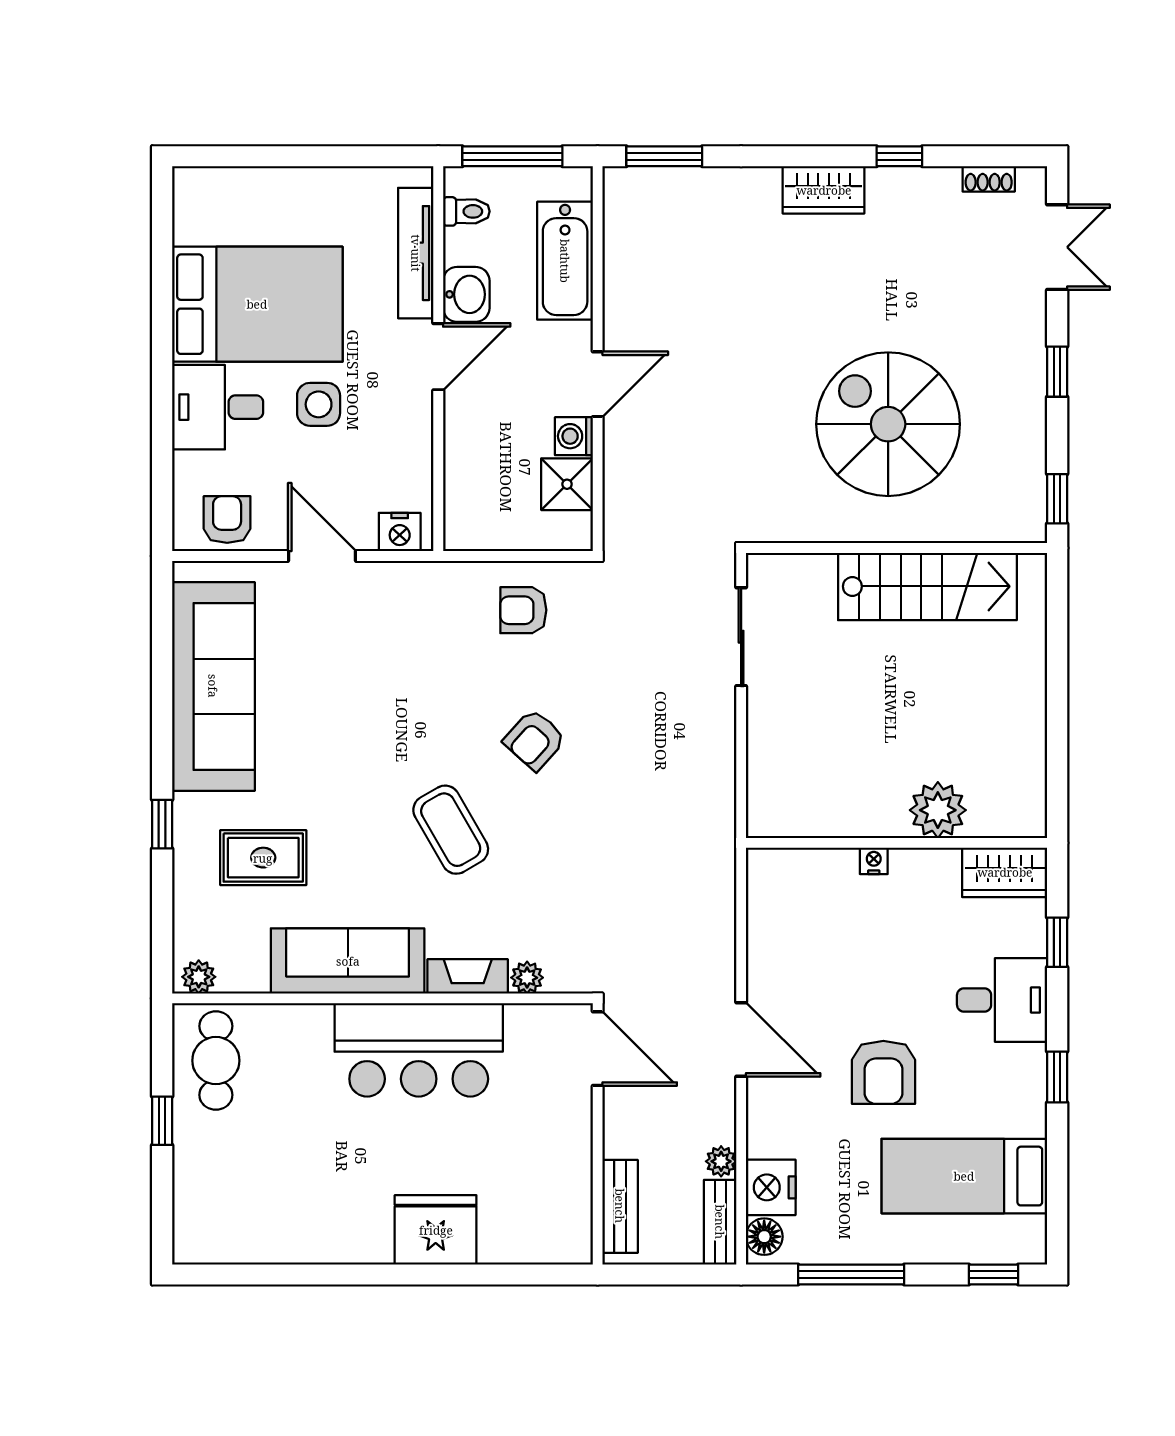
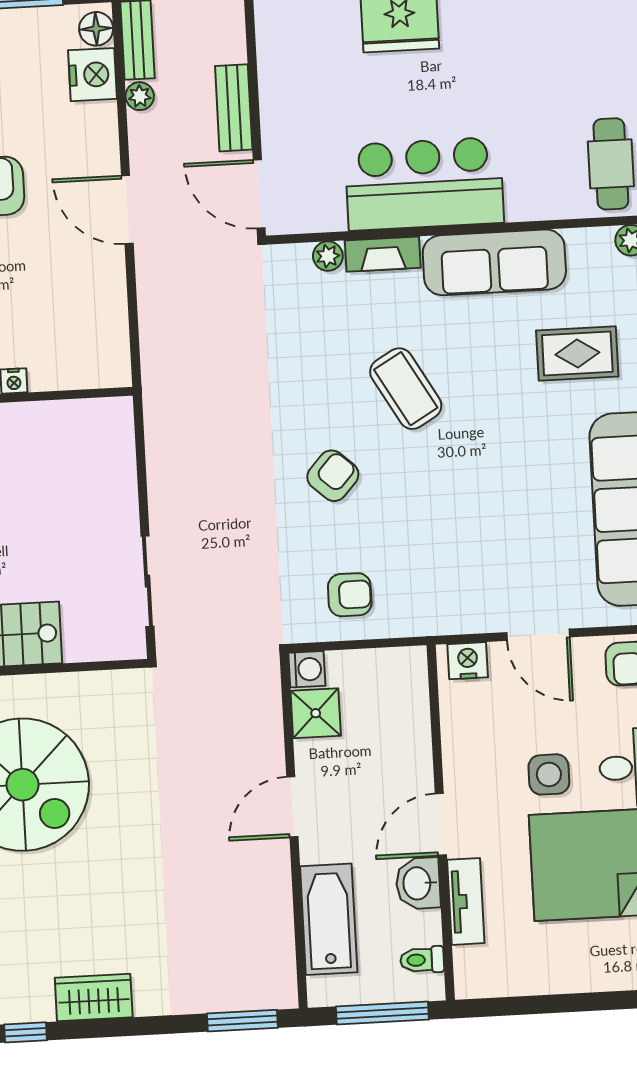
tv unit: (416, 253) -> (466, 901), width x0.71
washing machine: (574, 436) -> (307, 669), moved
bench: (620, 1206) -> (234, 108), moved

